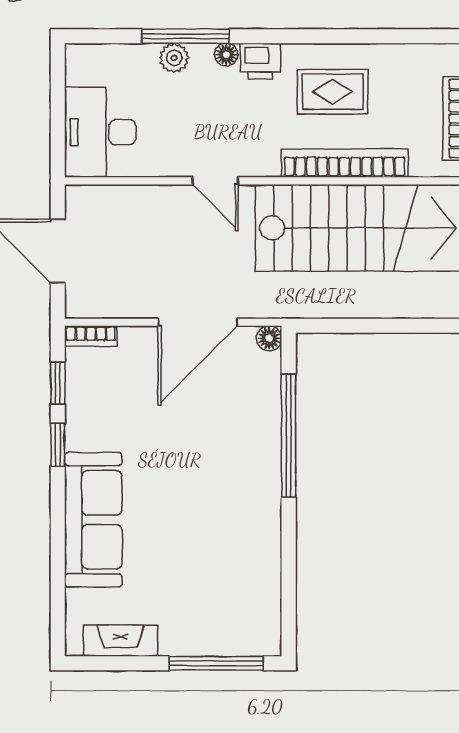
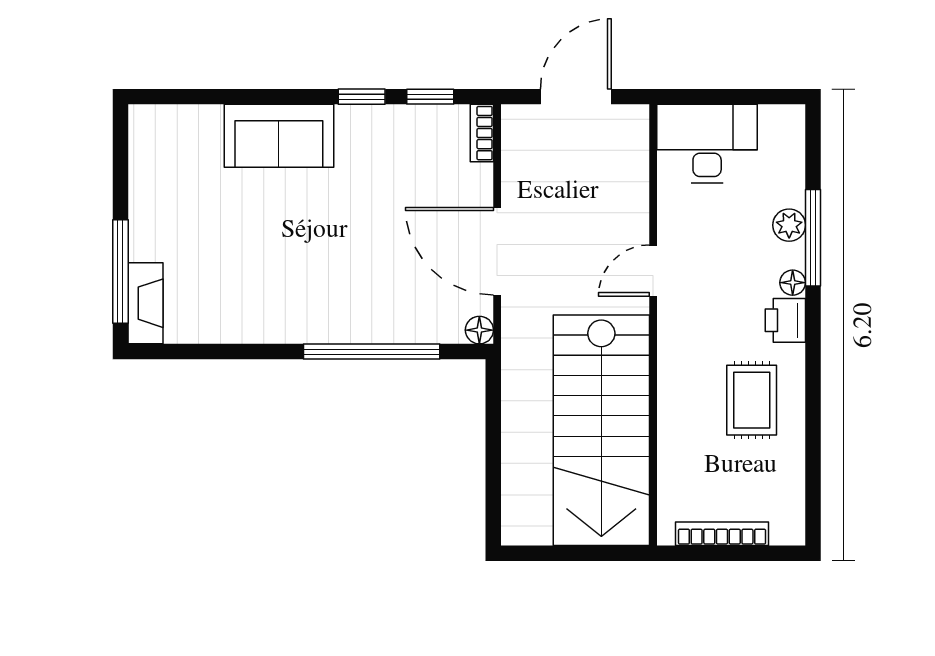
bookcase: (345, 163) -> (673, 413), removed
sofa: (93, 520) -> (279, 136), width x0.73
fireplace: (121, 641) -> (145, 303), moved

